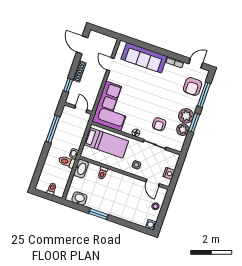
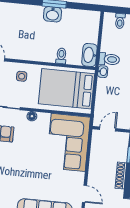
door: (81, 109) -> (108, 129), swing flipped
bed: (106, 143) -> (67, 89), width x1.50
washbasin: (79, 199) -> (53, 14), moved

